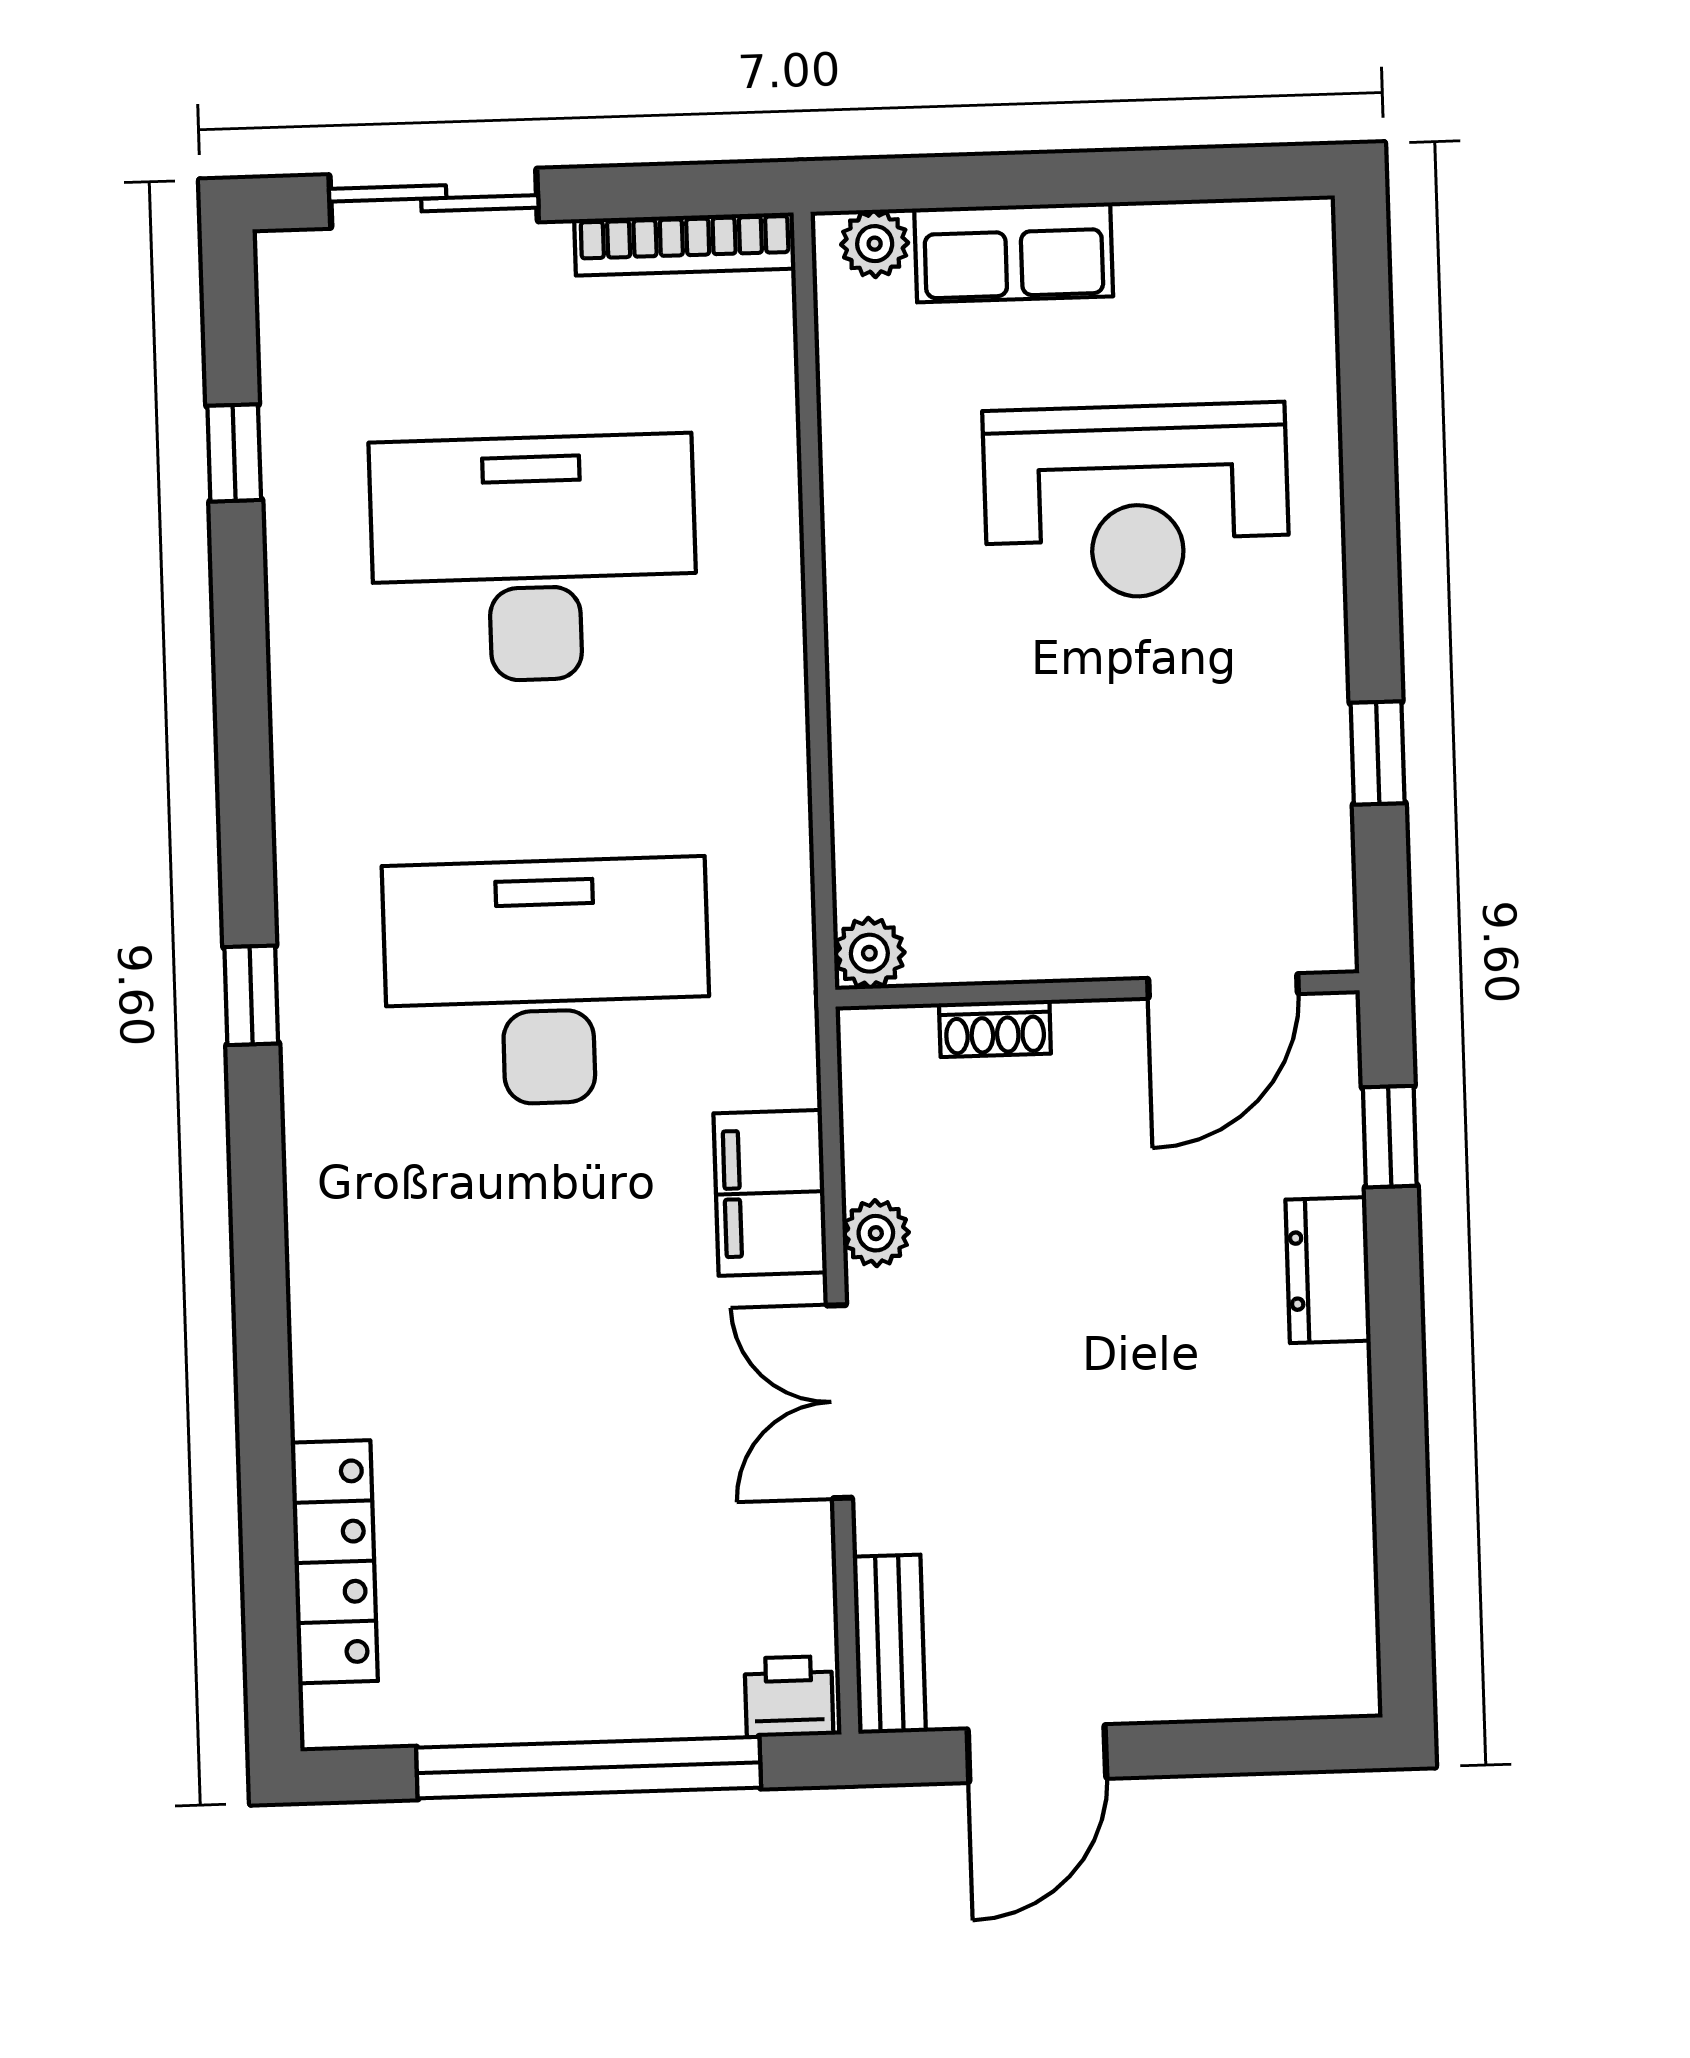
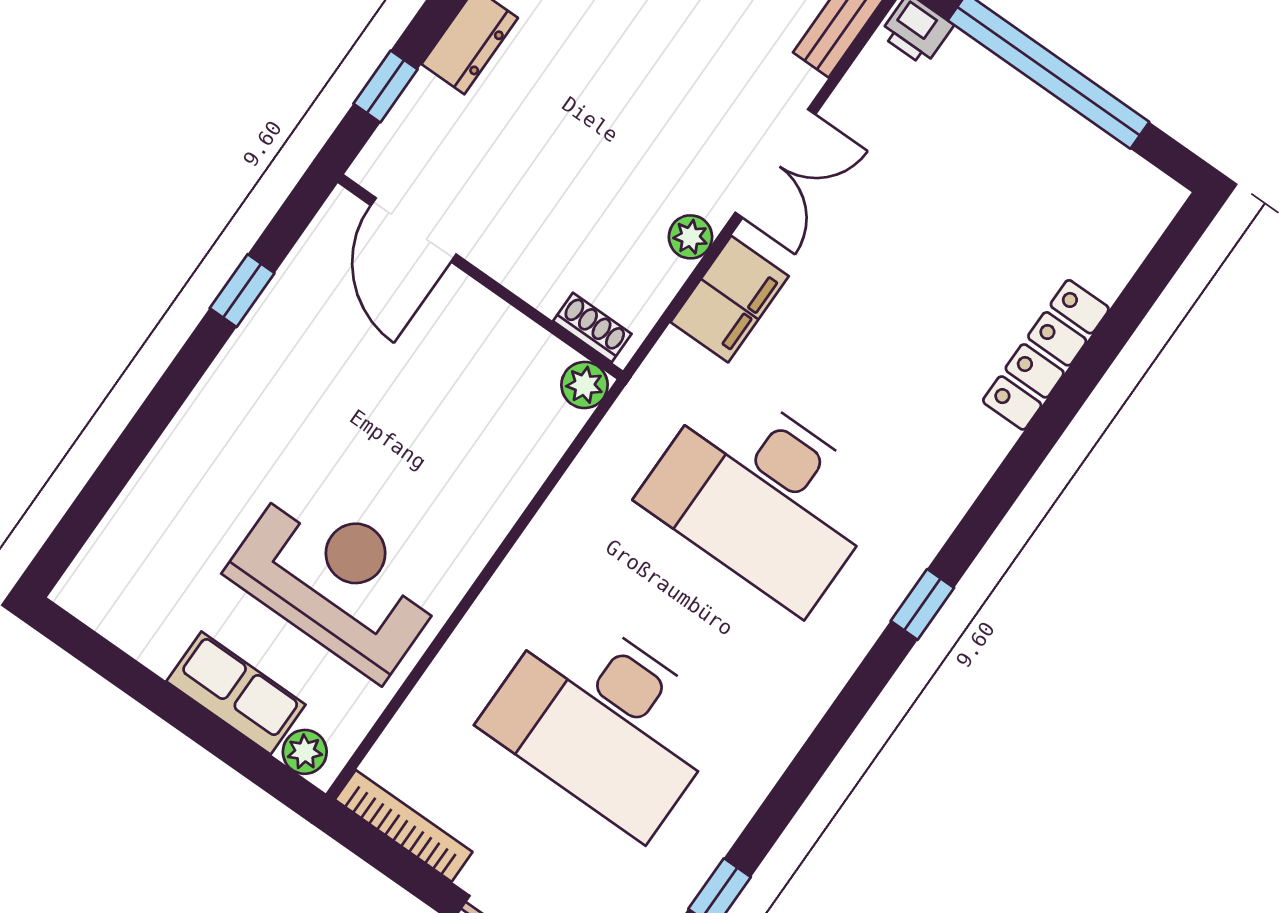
reception desk: (1136, 501) -> (337, 580), moved
door: (1223, 986) -> (413, 230), swing flipped
shoe rack: (995, 1029) -> (592, 327), moved
locker: (334, 1562) -> (1046, 355), moved

